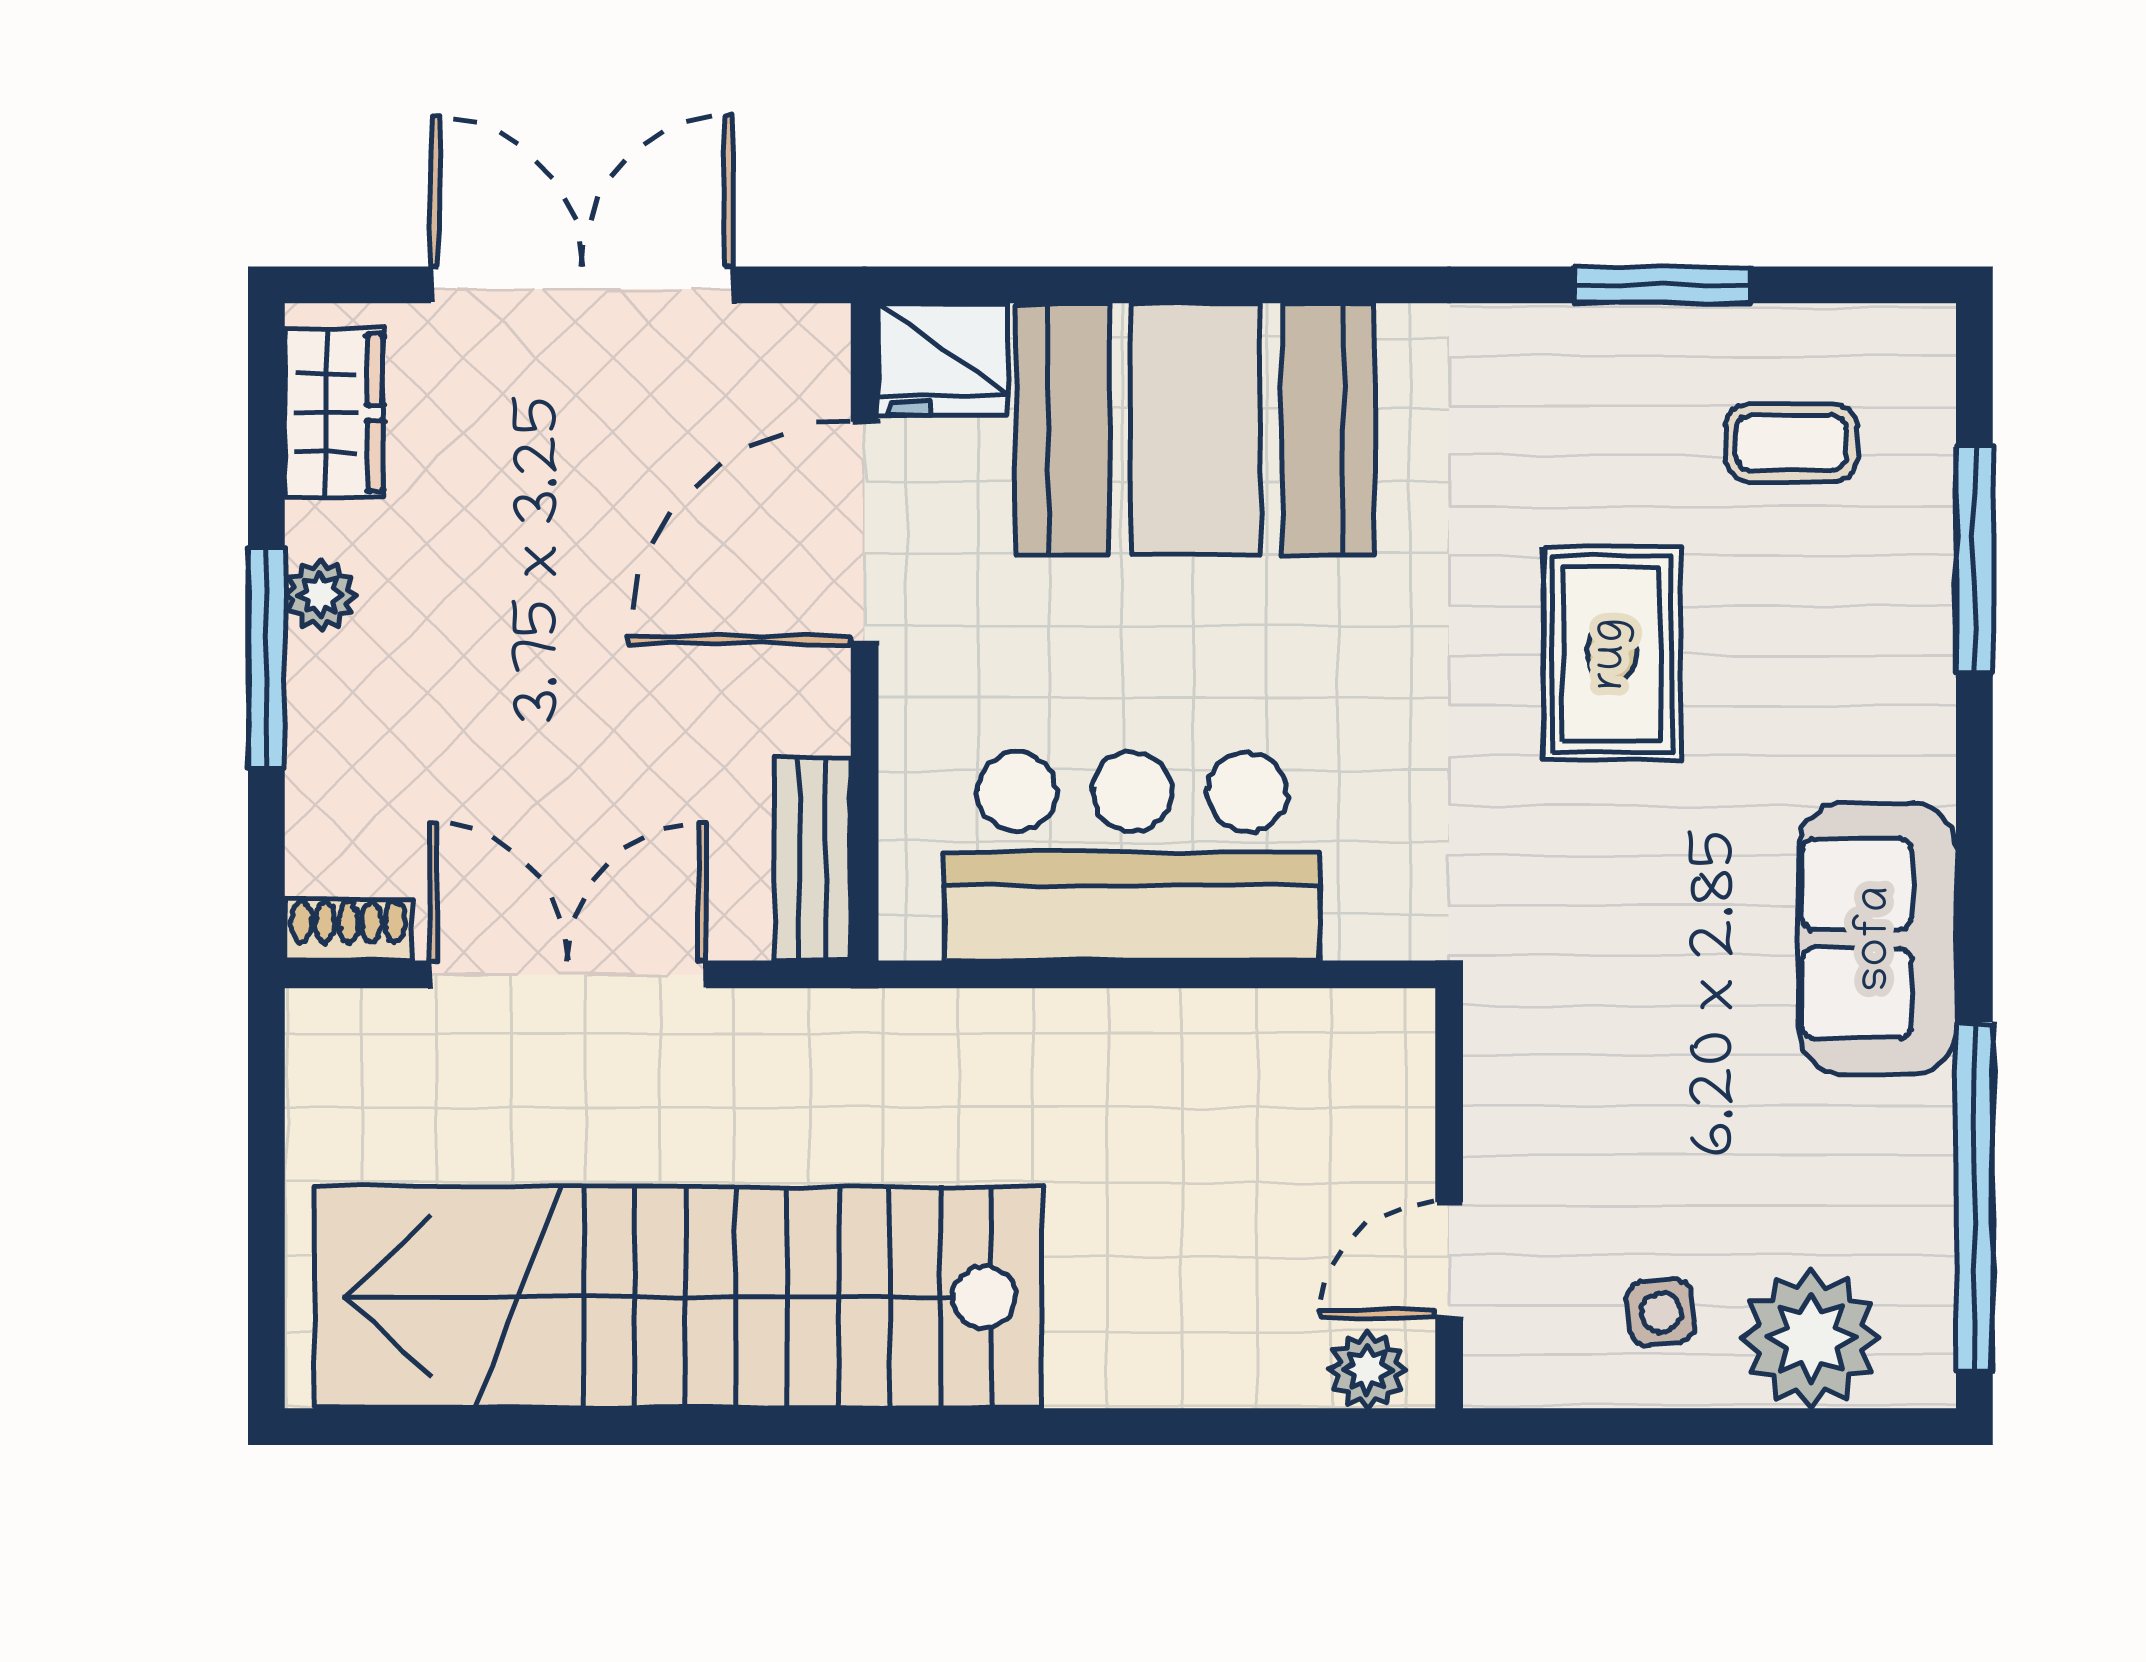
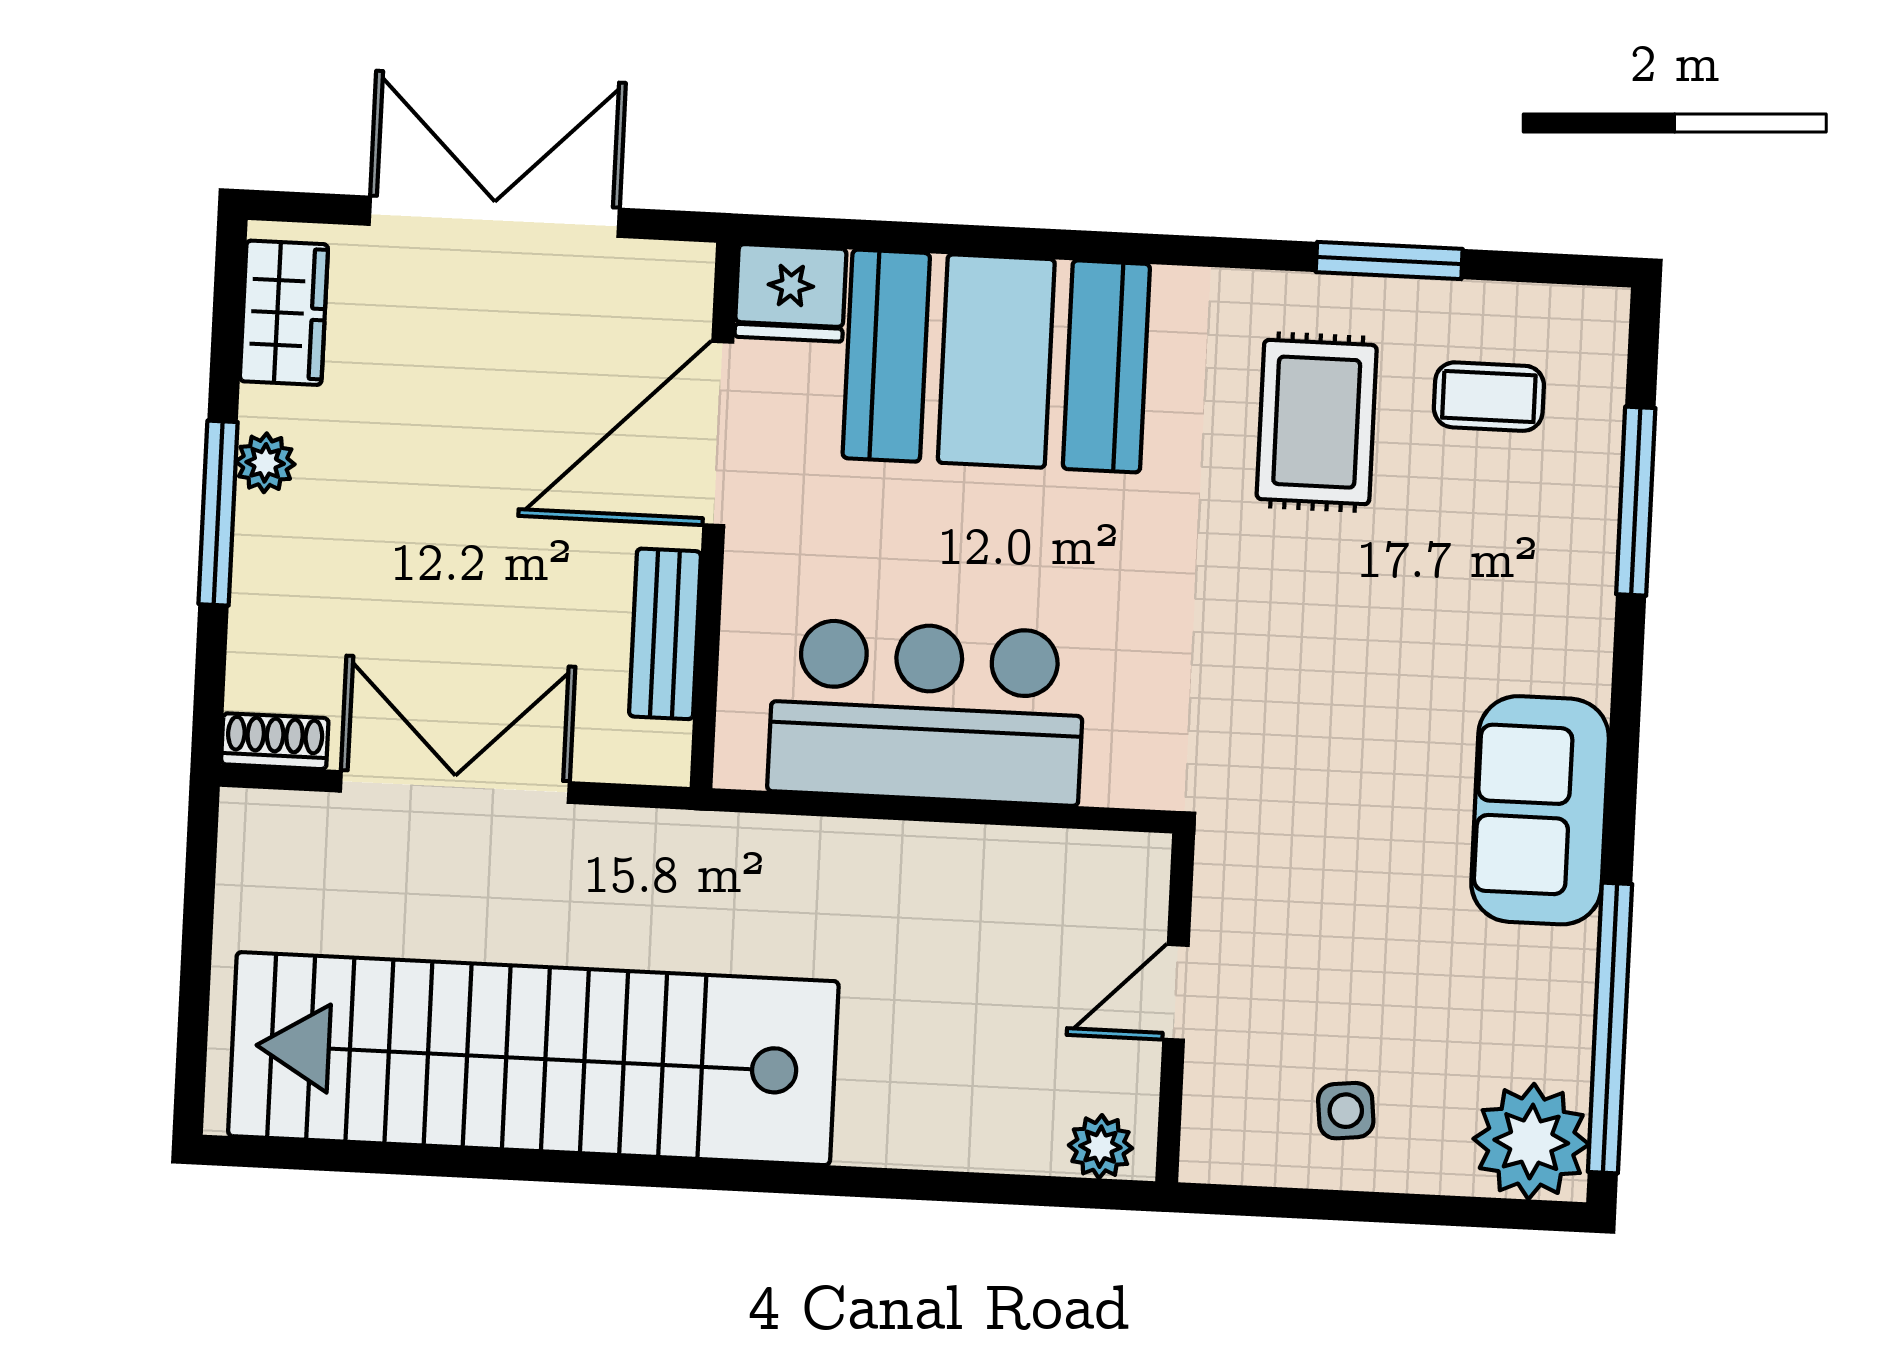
rug: (1612, 654) -> (1317, 422), moved
bench: (812, 859) -> (665, 634), moved
door: (1449, 1260) -> (1176, 992), moved
plant: (1811, 1338) -> (1531, 1142), moved

